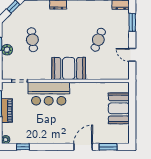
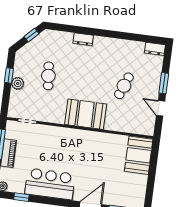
window: (132, 22) -> (164, 83), moved
bar counter: (49, 94) -> (50, 184), moved, turned 180
booth: (119, 108) -> (139, 155), moved

